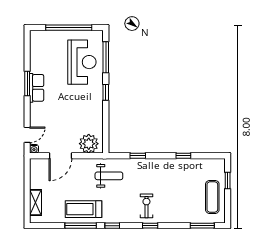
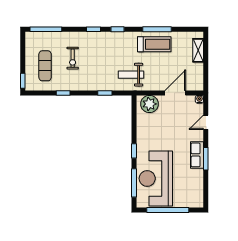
reception desk: (82, 62) -> (156, 179), width x1.36, depth x1.30
door: (27, 135) -> (206, 122), moved
window: (228, 181) -> (23, 81), moved
exercise mat: (212, 197) -> (45, 66), moved
exercise bike: (146, 206) -> (73, 58), moved
window: (112, 226) -> (118, 29), moved
window: (202, 226) -> (46, 29), width x1.44

